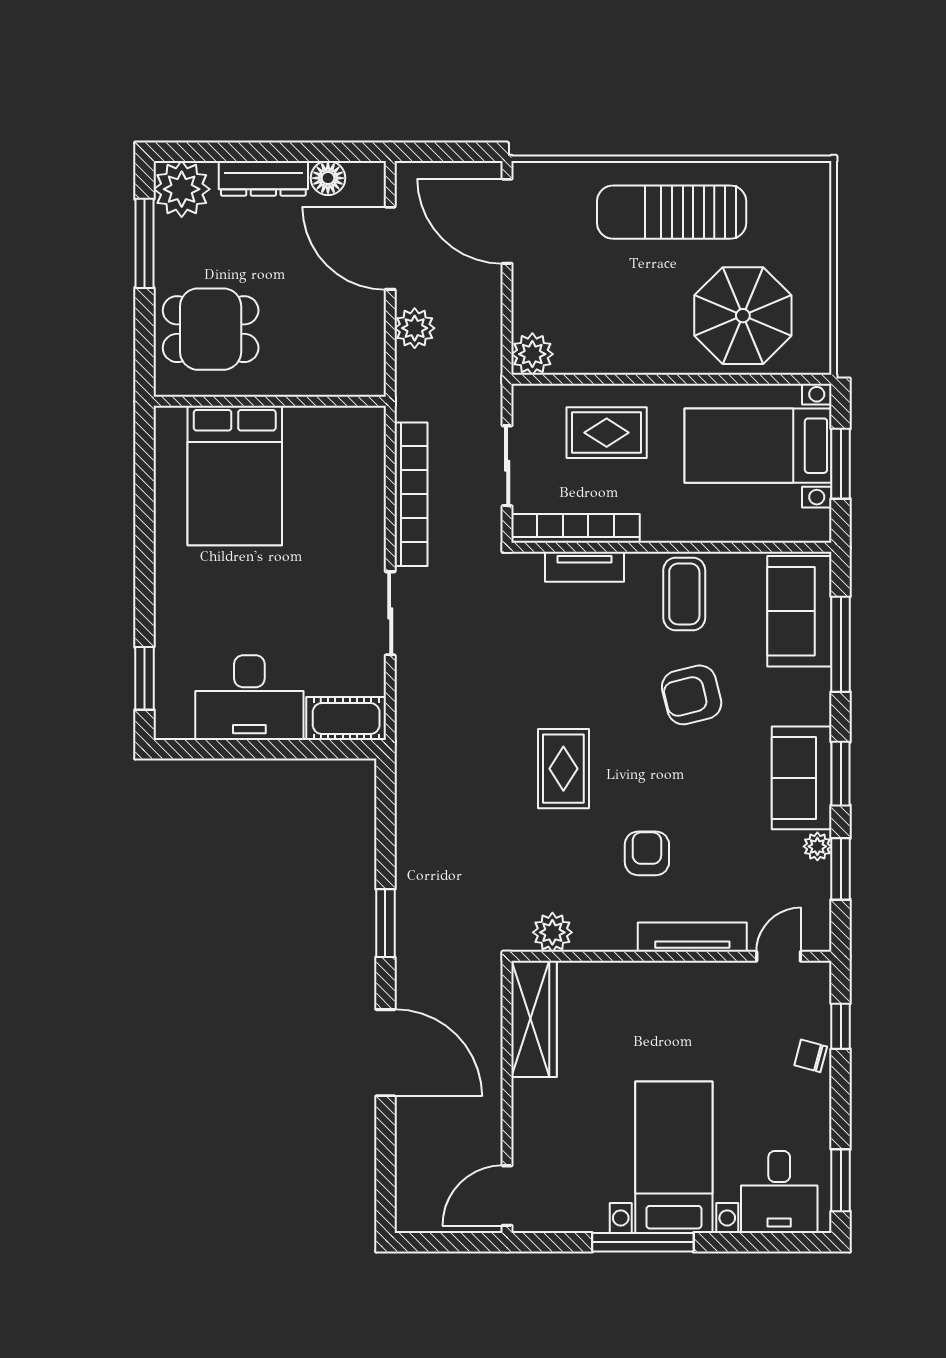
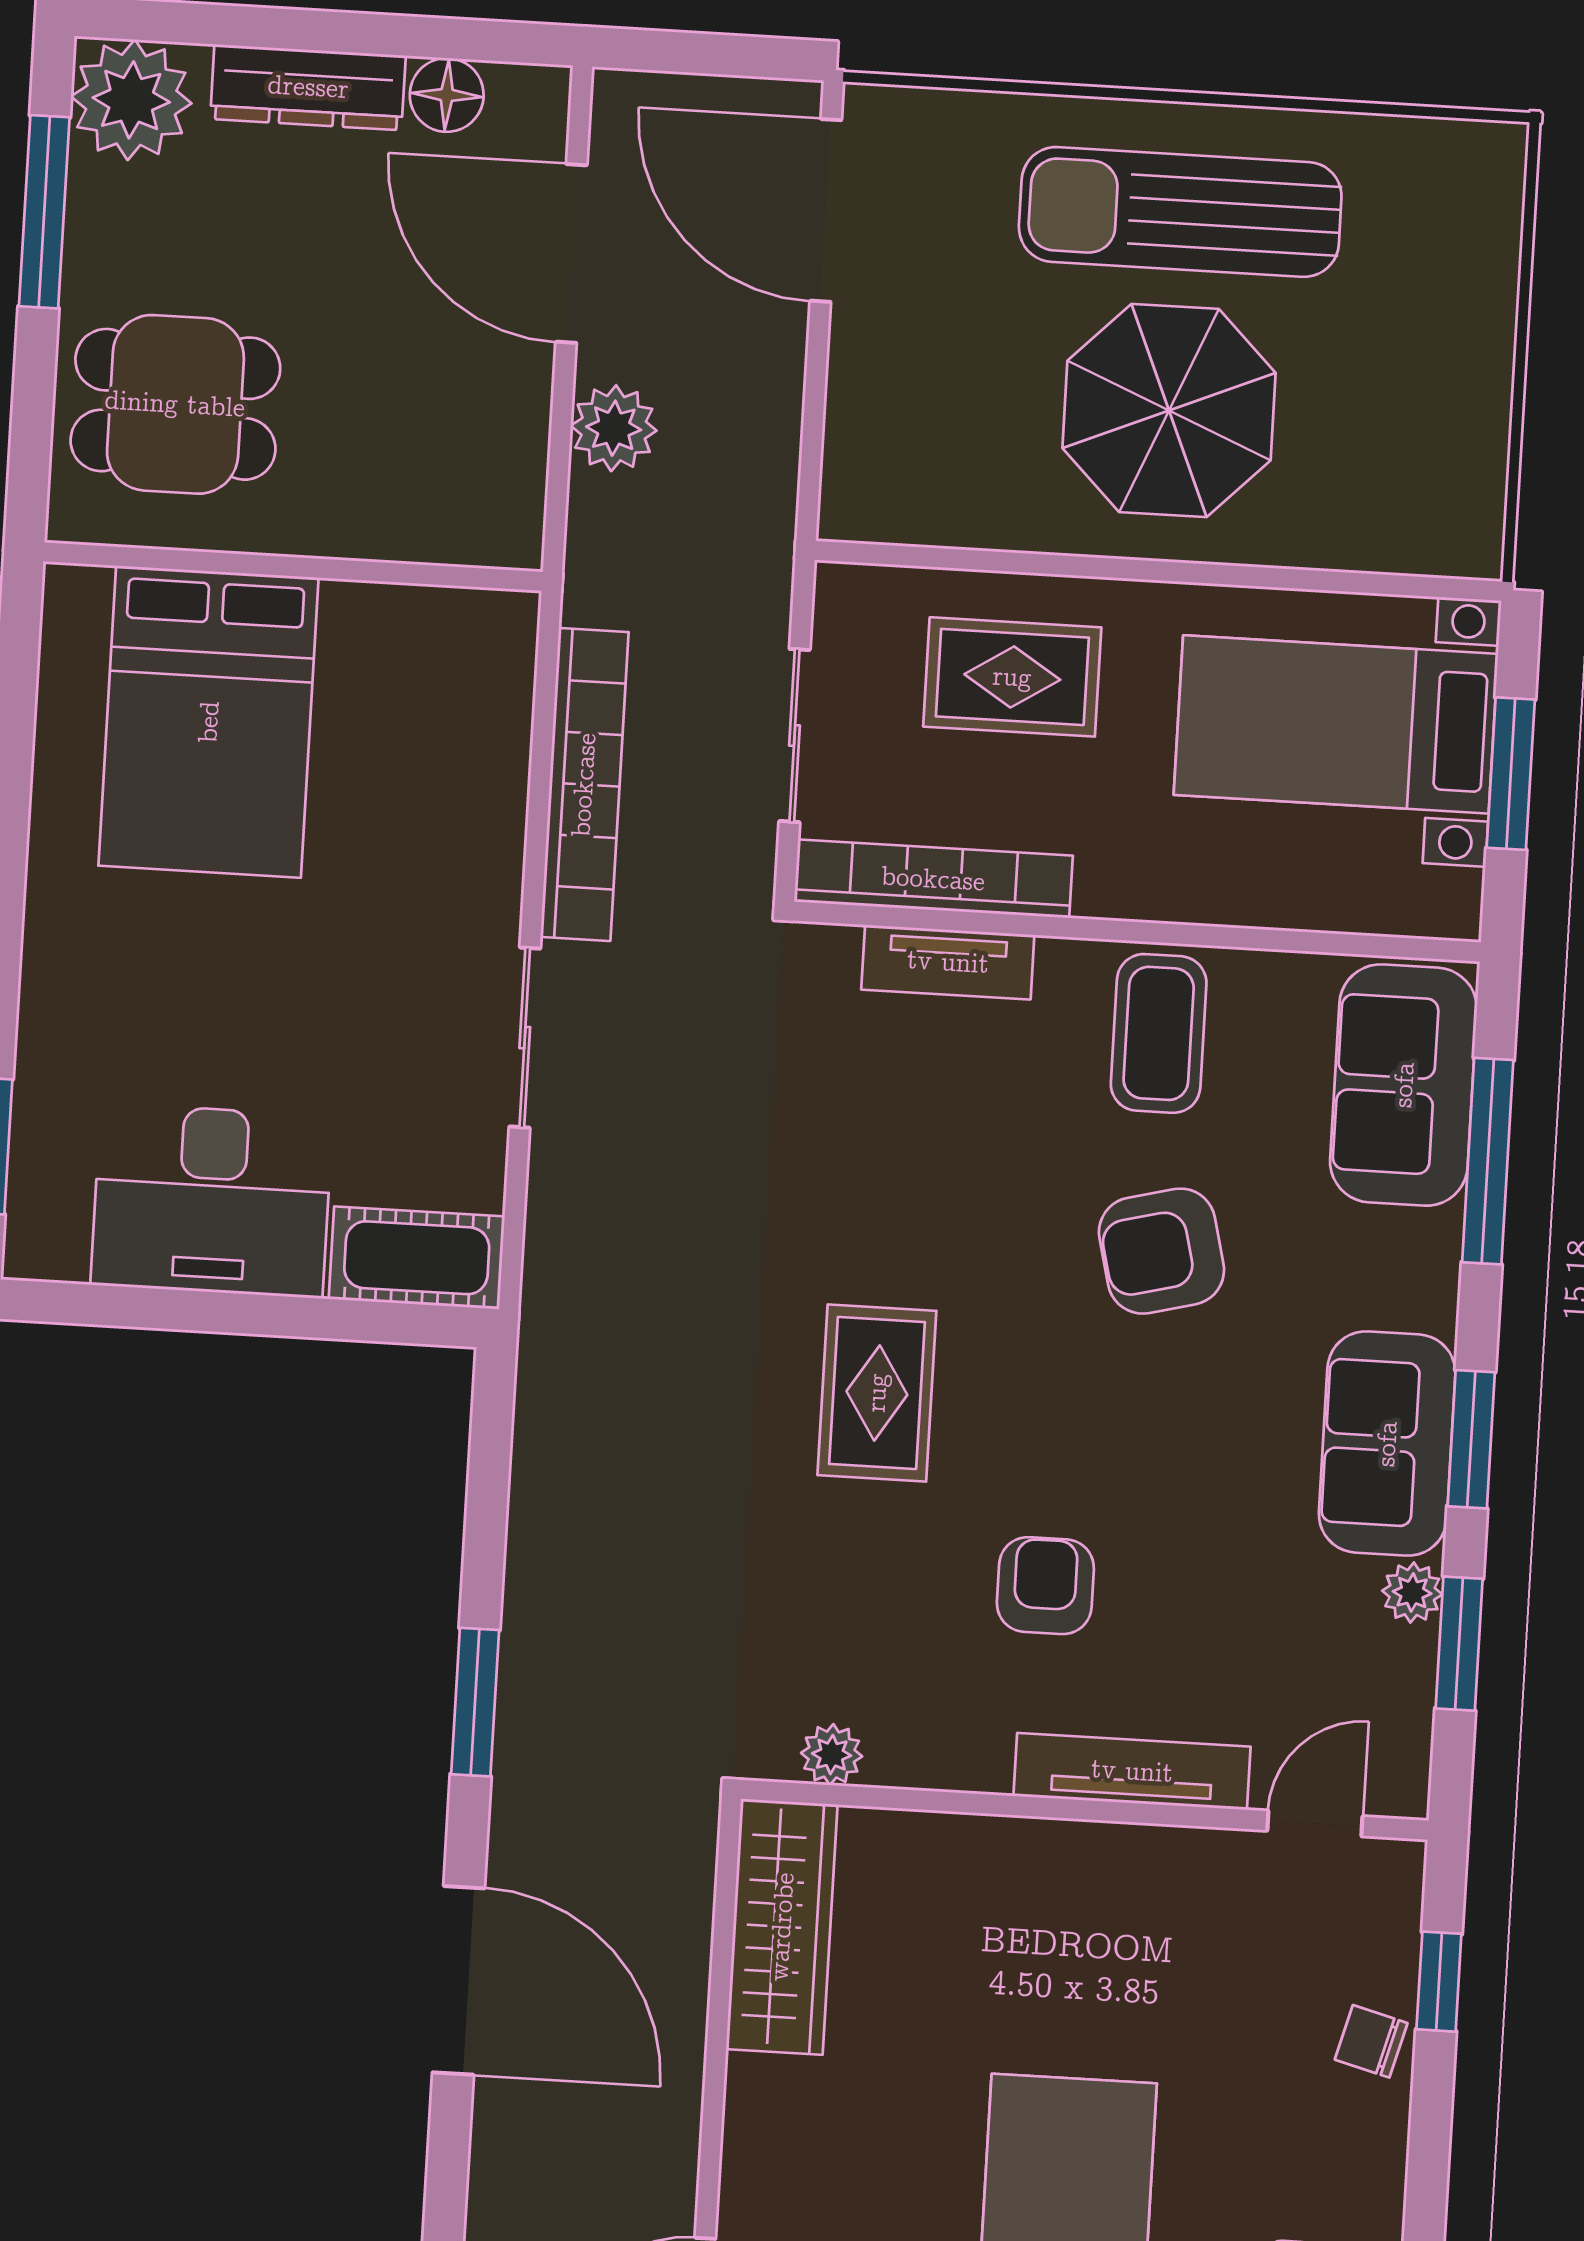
parasol: (743, 316) -> (1169, 411), moved
plant: (532, 354) -> (863, 499), removed
plant: (552, 932) -> (832, 1755), width x0.73, depth x0.73

